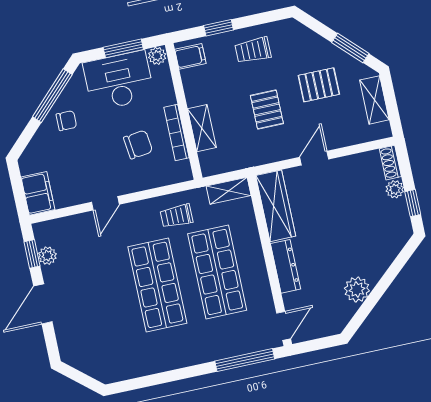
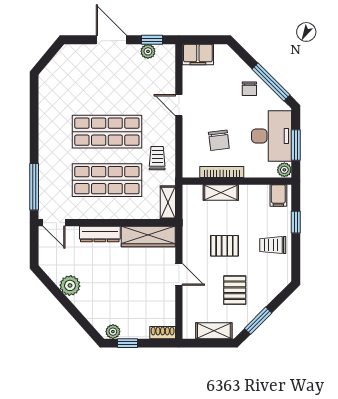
trolley: (253, 50) -> (273, 245), turned -90
plant: (395, 189) -> (113, 332), moved

